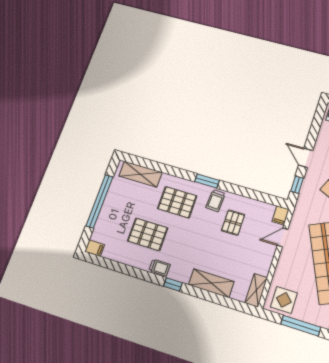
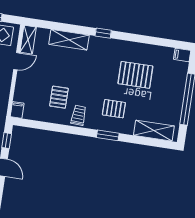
window: (207, 181) -> (108, 135), moved
pallet: (177, 202) -> (114, 109), width x0.67, depth x0.71
door: (283, 237) -> (17, 61), moved
trolley: (160, 268) -> (118, 46), removed

